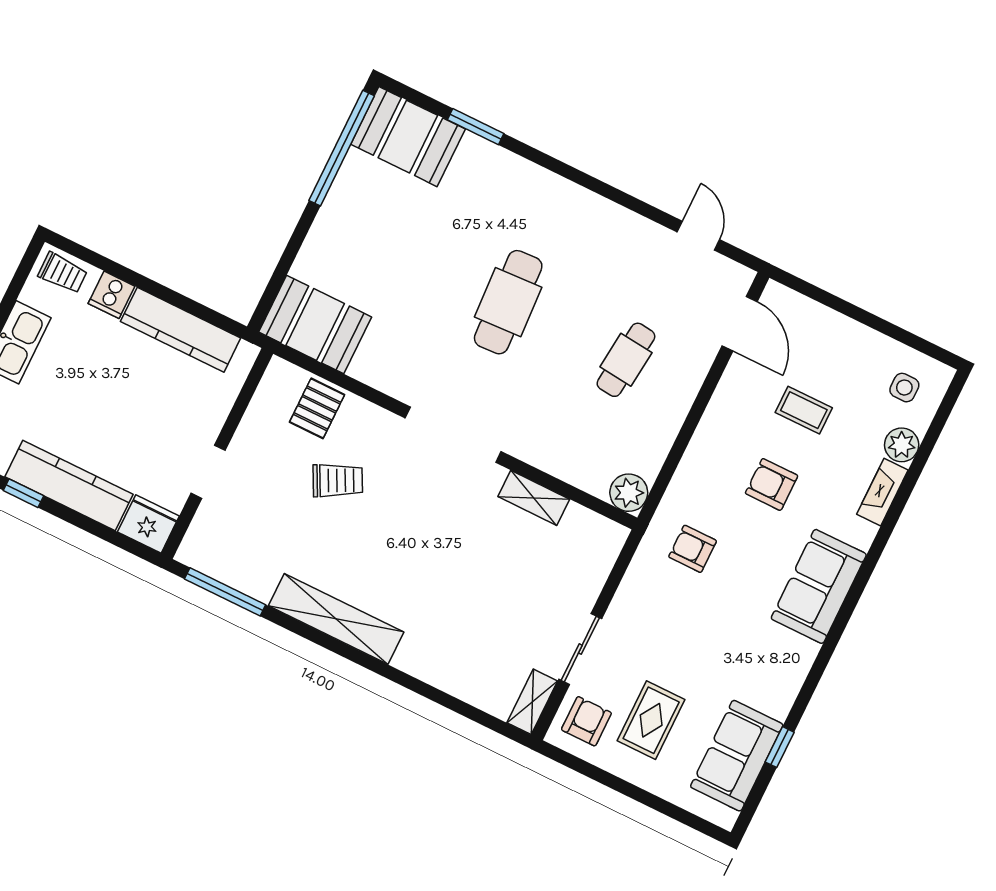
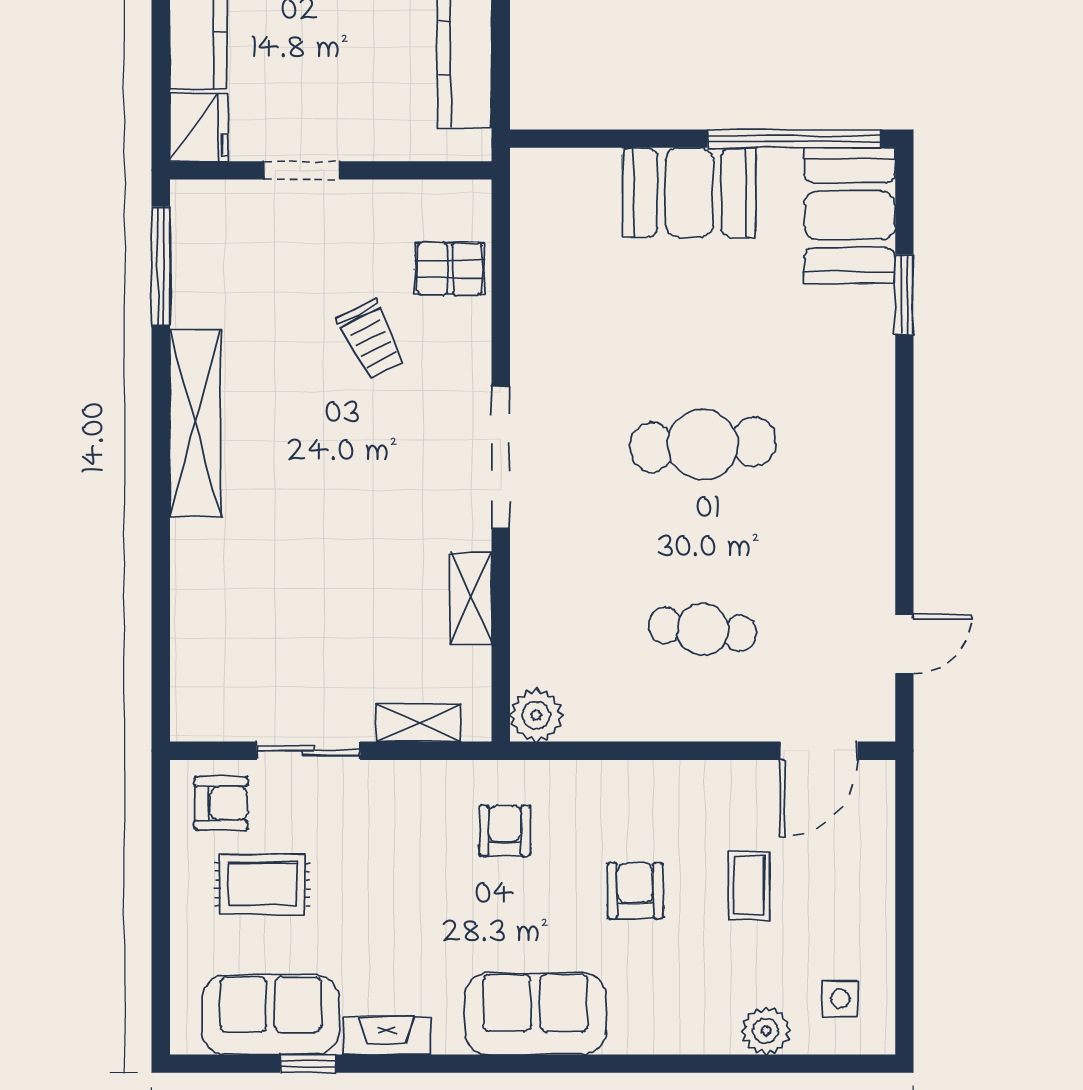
booth: (315, 325) -> (689, 192), moved, turned 90
fireplace: (882, 492) -> (387, 1036), moved
shelving: (532, 702) -> (418, 723), moved

